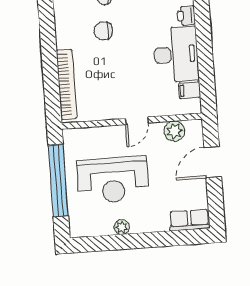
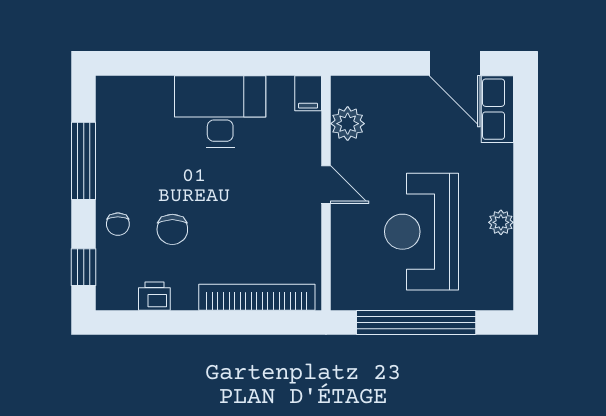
printer: (186, 15) -> (154, 296), moved, turned 180
filing cabinet: (190, 90) -> (308, 93), moved
door: (213, 162) -> (455, 63), moved
reception desk: (113, 180) -> (421, 232), turned 180

